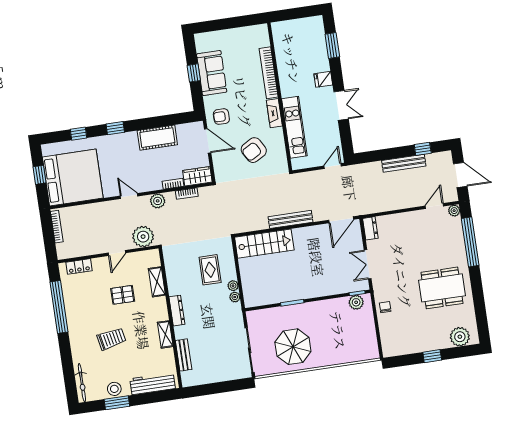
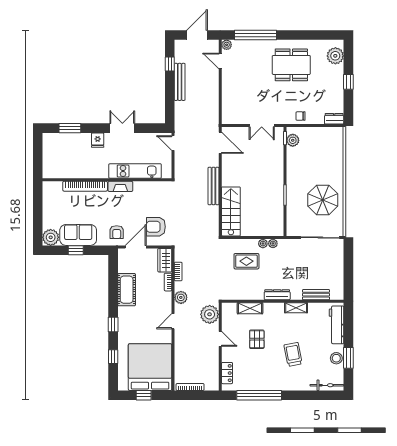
plant: (204, 42) -> (51, 237), added
armchair: (254, 150) -> (156, 227), moved, turned 120
dresser: (370, 228) -> (334, 119), moved
dining table: (442, 288) -> (291, 65), turned 90

